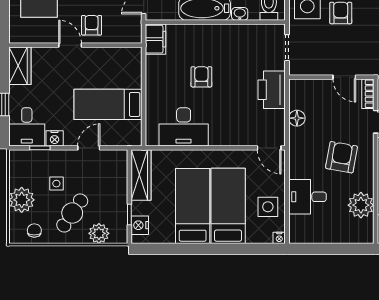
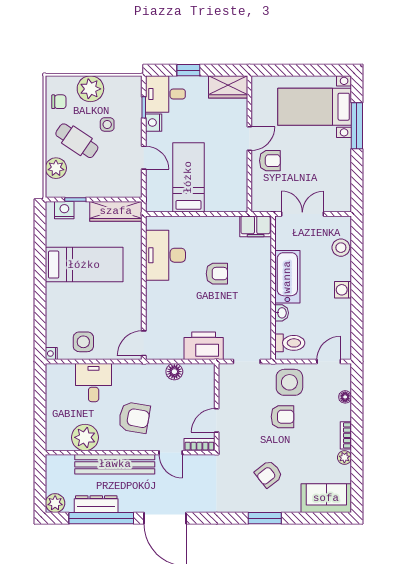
bed: (228, 206) -> (84, 301), removed

